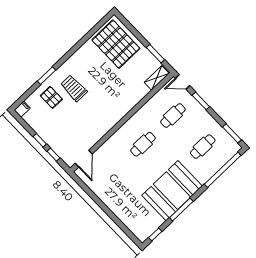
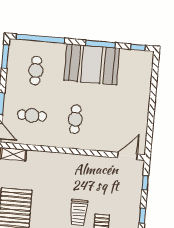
window: (40, 140) -> (142, 216), moved
cafe table: (143, 144) -> (75, 119), turned 90
cafe table: (203, 147) -> (36, 71), turned 90

